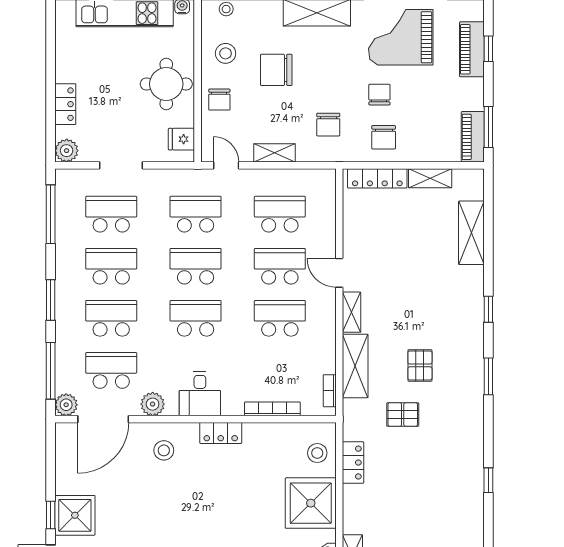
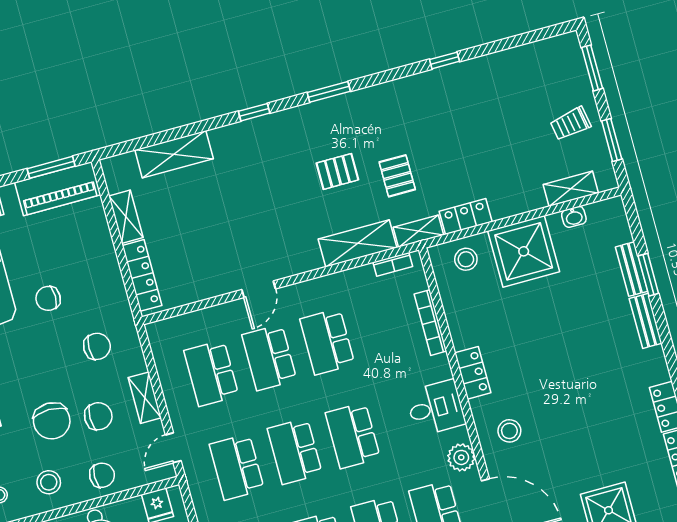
chair: (384, 137) -> (98, 416), moved
piano: (473, 137) -> (58, 189), width x1.37, depth x1.33
shelving: (352, 312) -> (418, 231), moved

